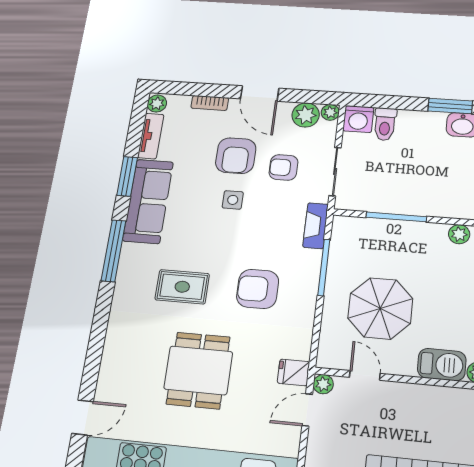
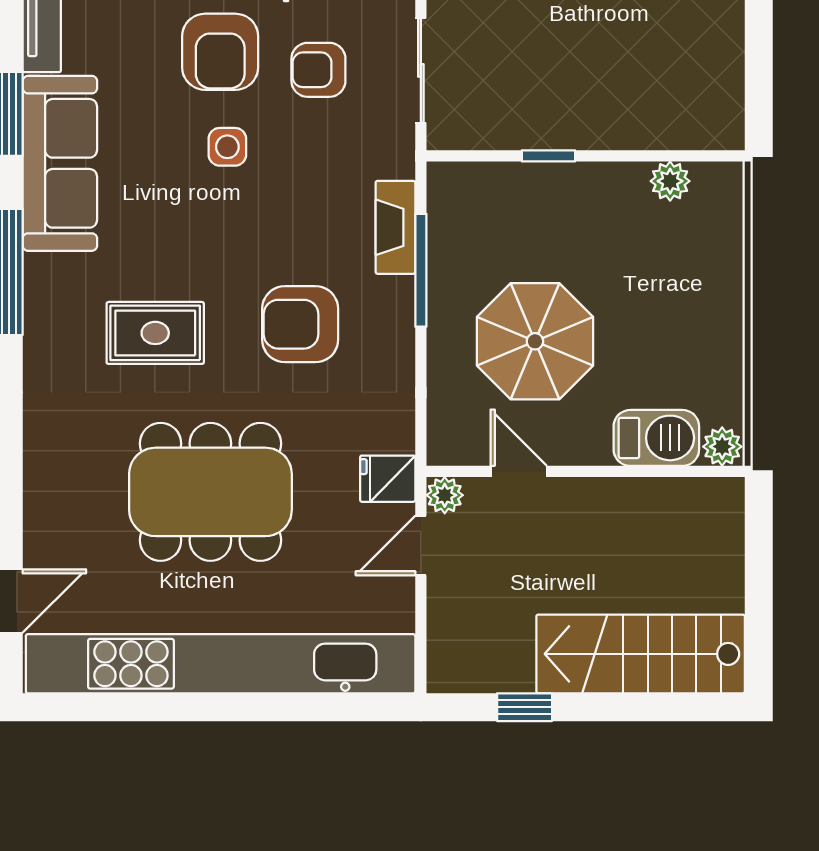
window: (396, 217) -> (548, 156), width x0.46
fireplace: (316, 226) -> (395, 227), moved
dining table: (198, 370) -> (210, 492), width x1.38

